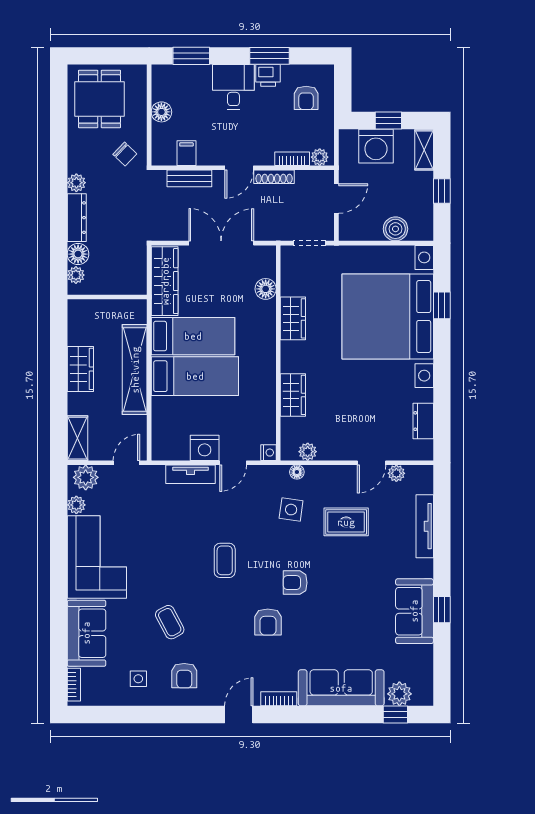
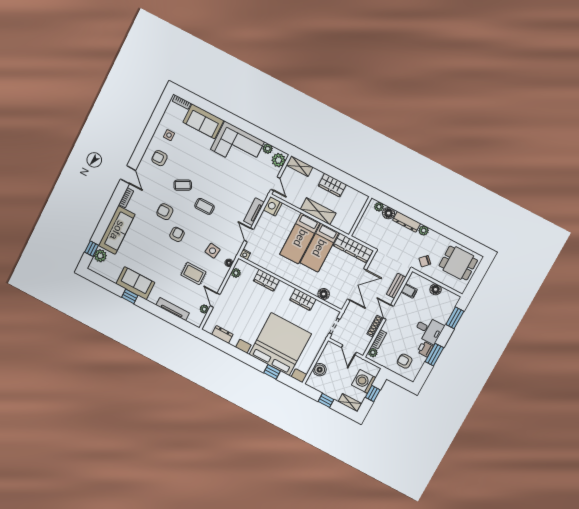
shelving: (135, 370) -> (318, 211), width x0.68
nightstand: (205, 448) -> (273, 206), moved
rug: (346, 522) -> (193, 273), turned 90
coffee table: (170, 622) -> (183, 185), moved

